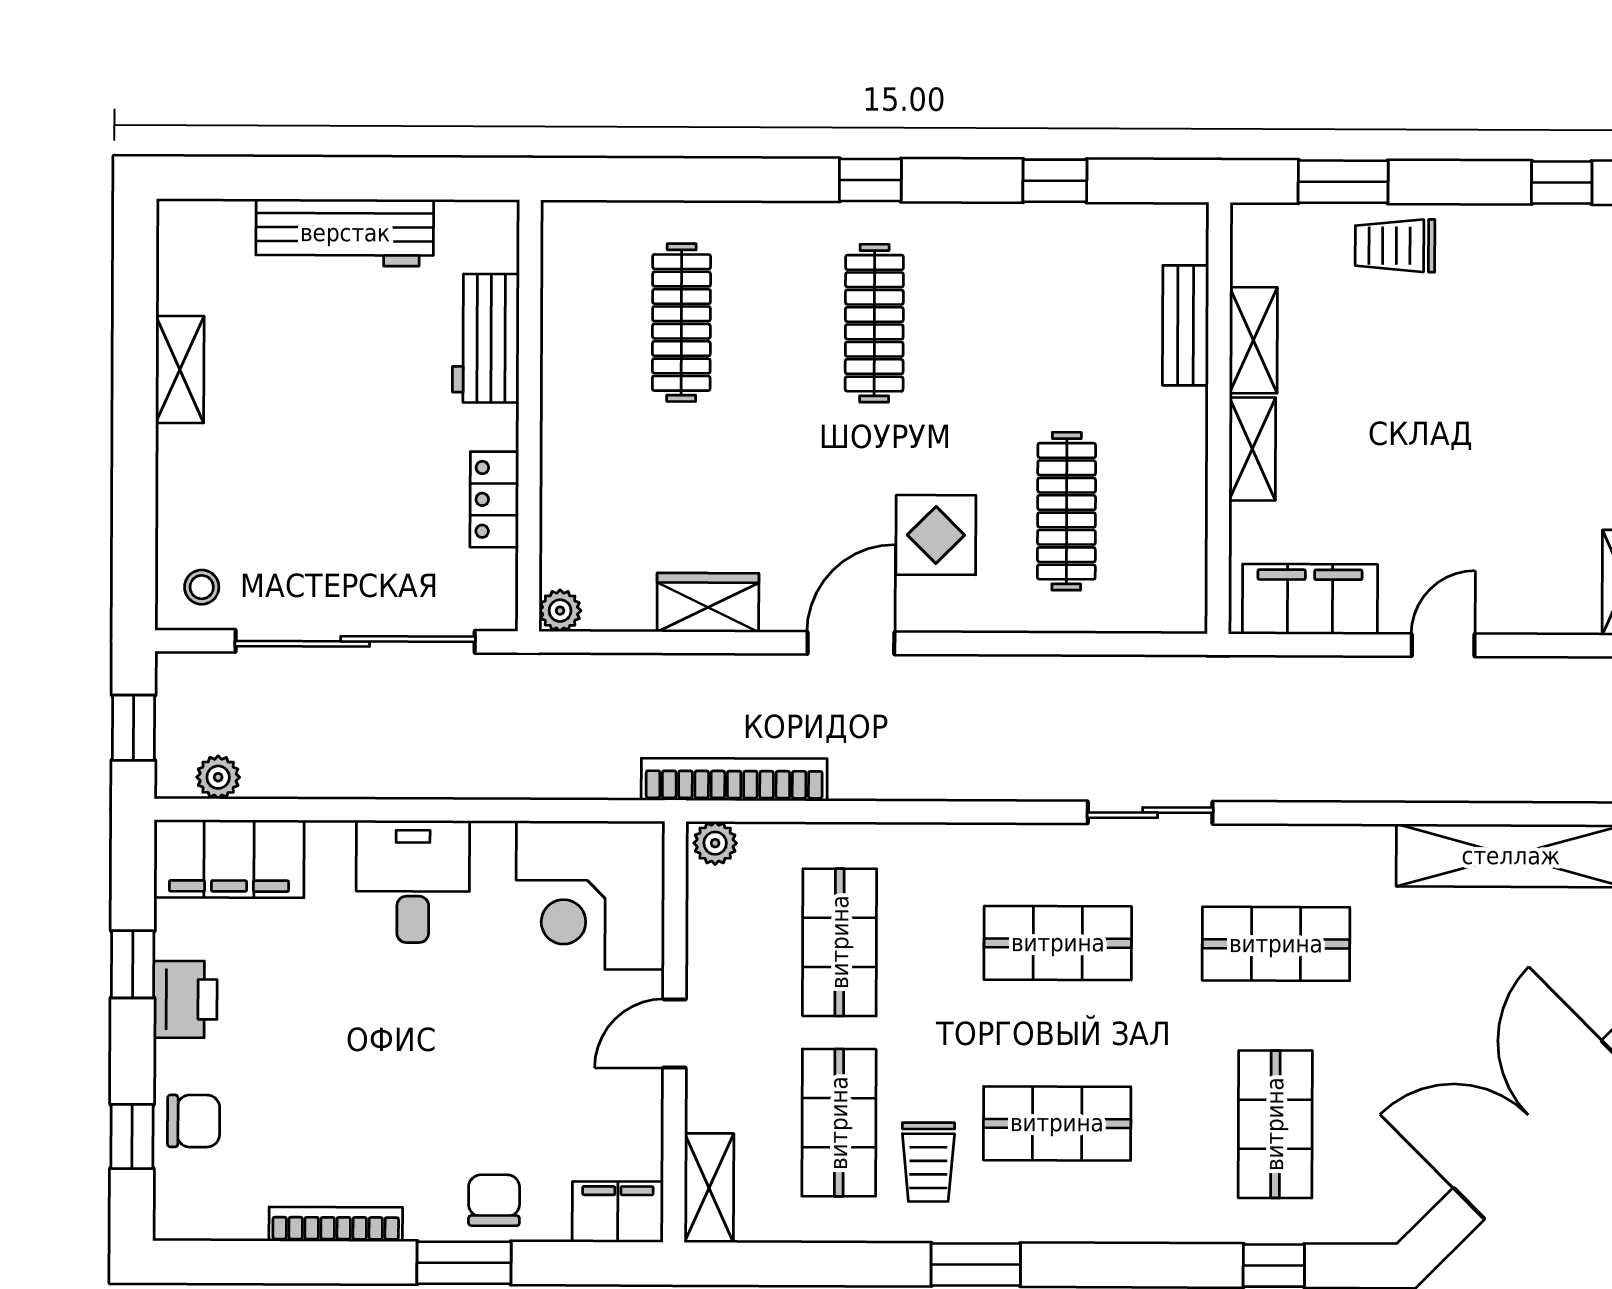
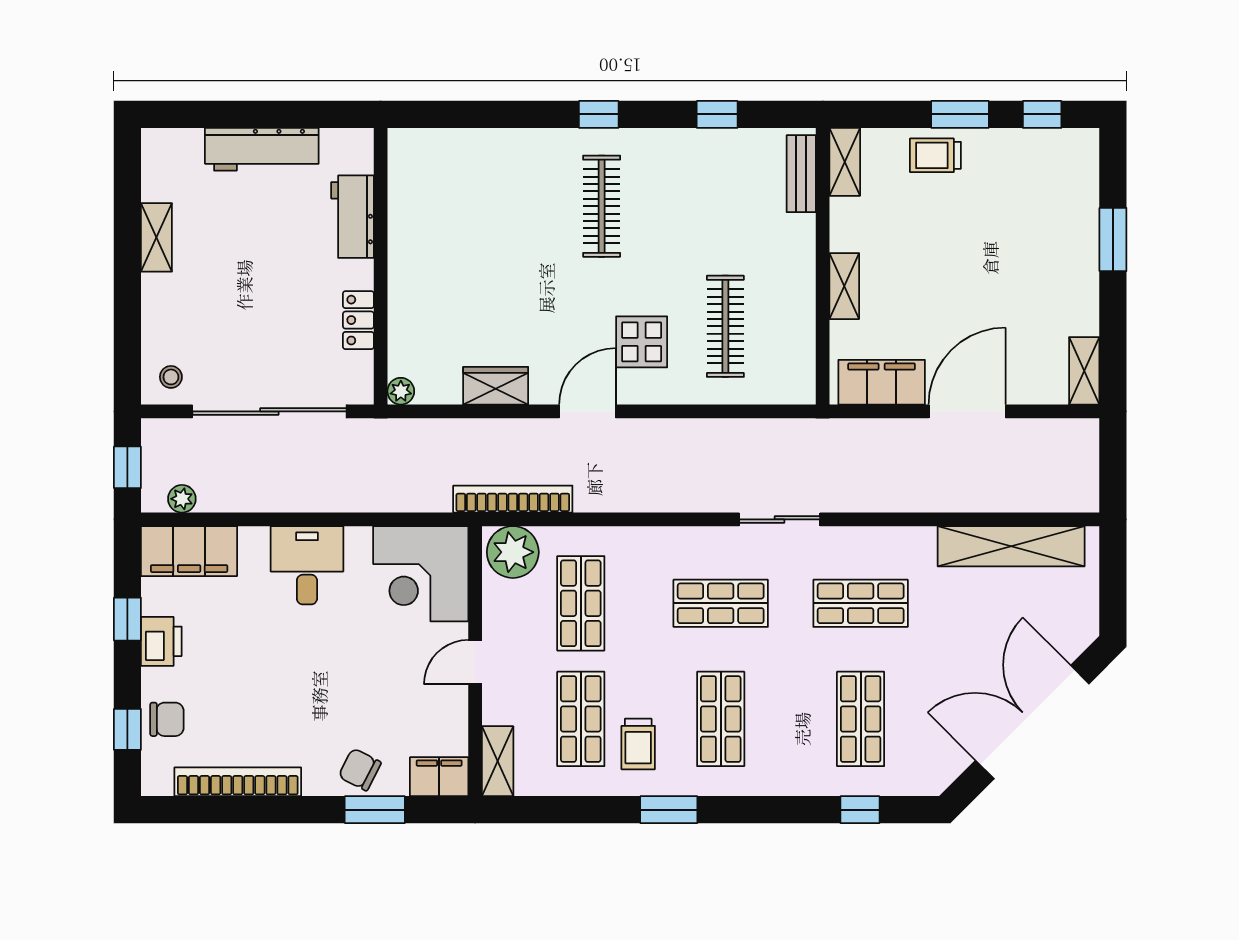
window: (1343, 182) -> (960, 114), moved
clothes rail: (681, 323) -> (478, 206), removed
bench: (1186, 325) -> (801, 174), moved
shelving: (1253, 340) -> (845, 162), moved
door: (1443, 645) -> (967, 411), width x1.88
plant: (715, 843) -> (513, 552), width x1.88, depth x1.88
shop shelf: (1057, 1123) -> (721, 719), turned 90
chair: (494, 1200) -> (360, 769), turned -63
bookcase: (336, 1224) -> (238, 782), width x1.48, depth x1.31
window: (464, 1263) -> (375, 810), moved

